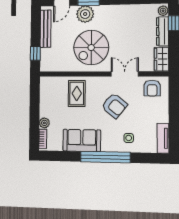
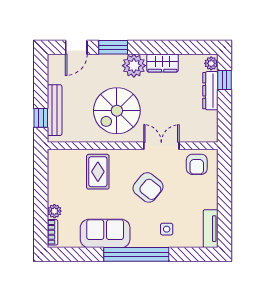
plant: (85, 14) -> (134, 66), moved
bench: (46, 29) -> (55, 110), moved
wardrobe: (161, 59) -> (163, 63), moved, turned -90

